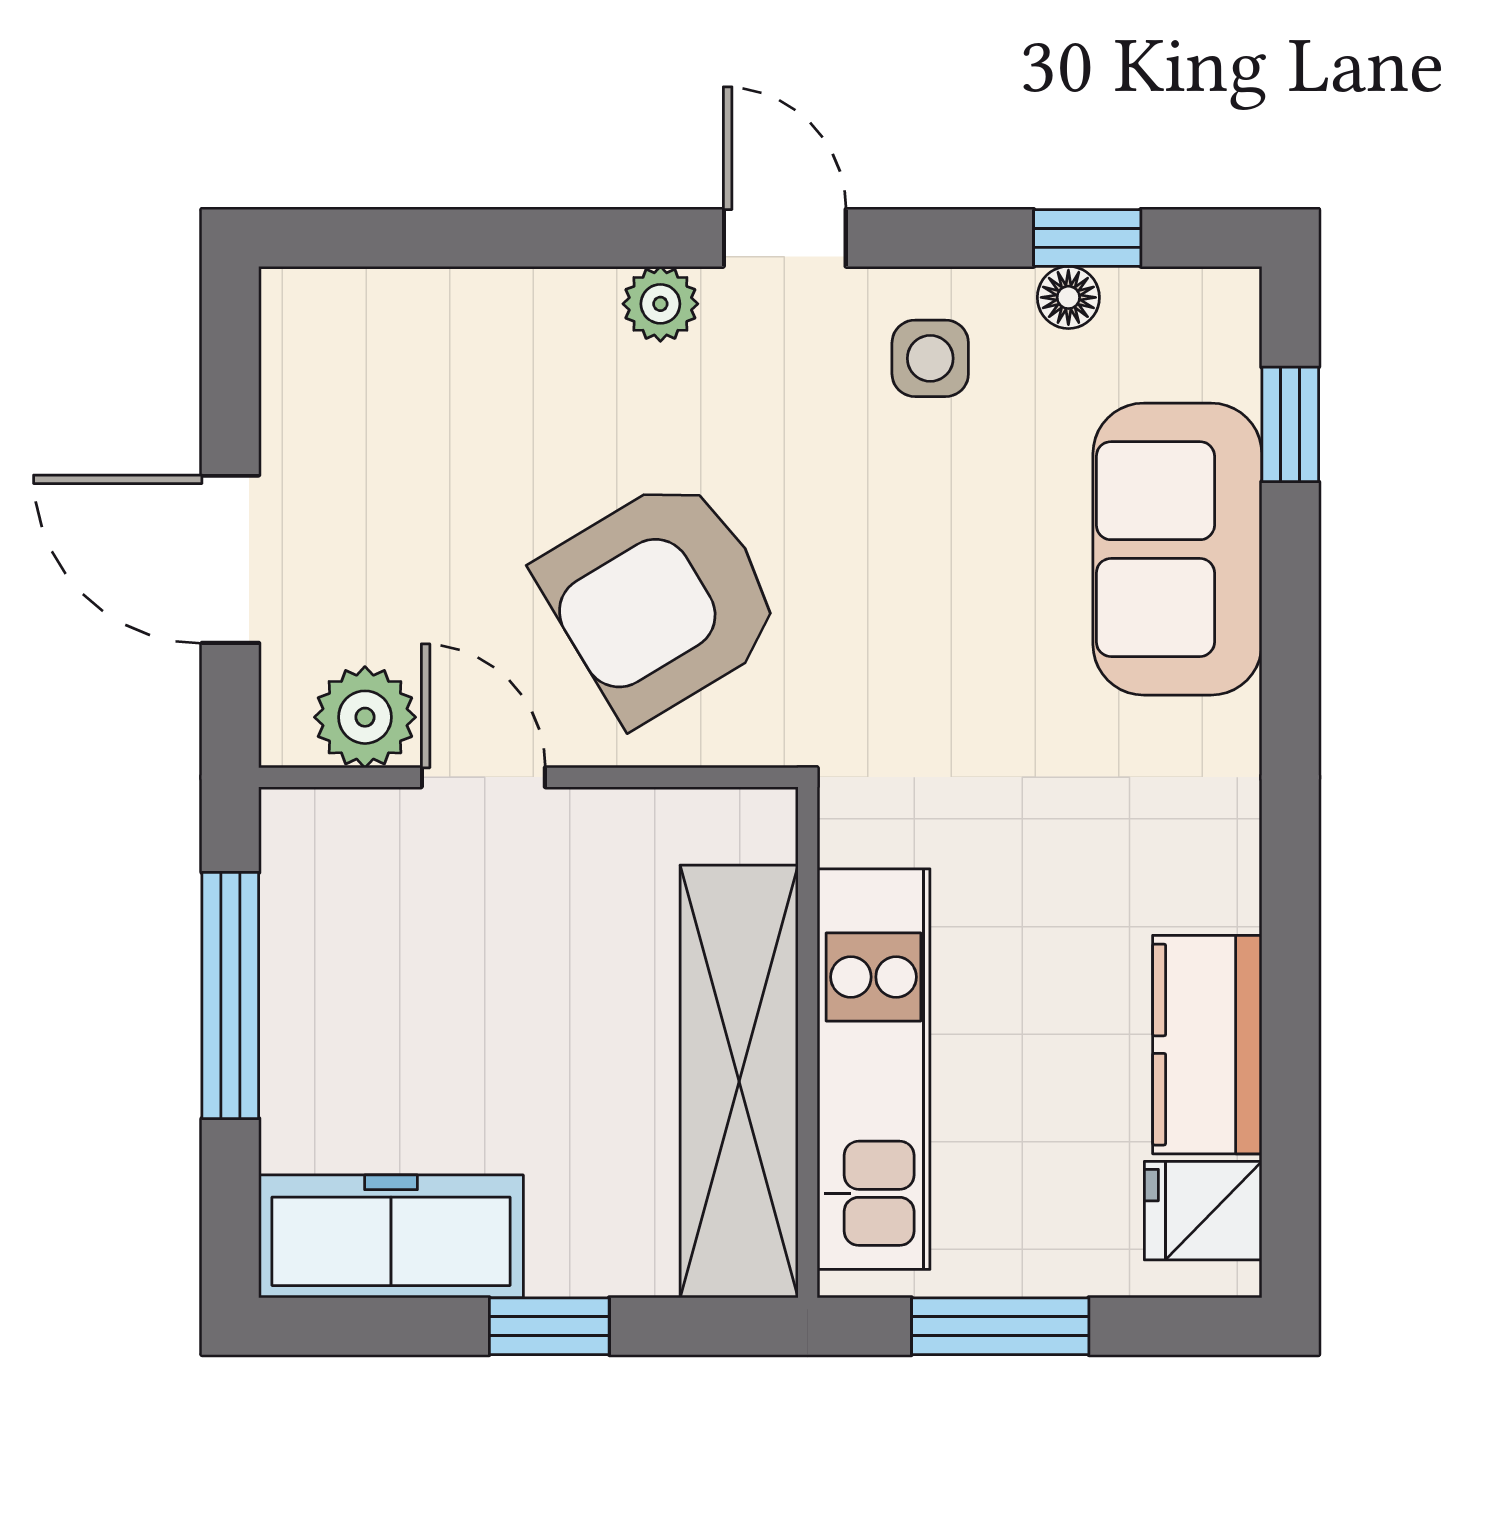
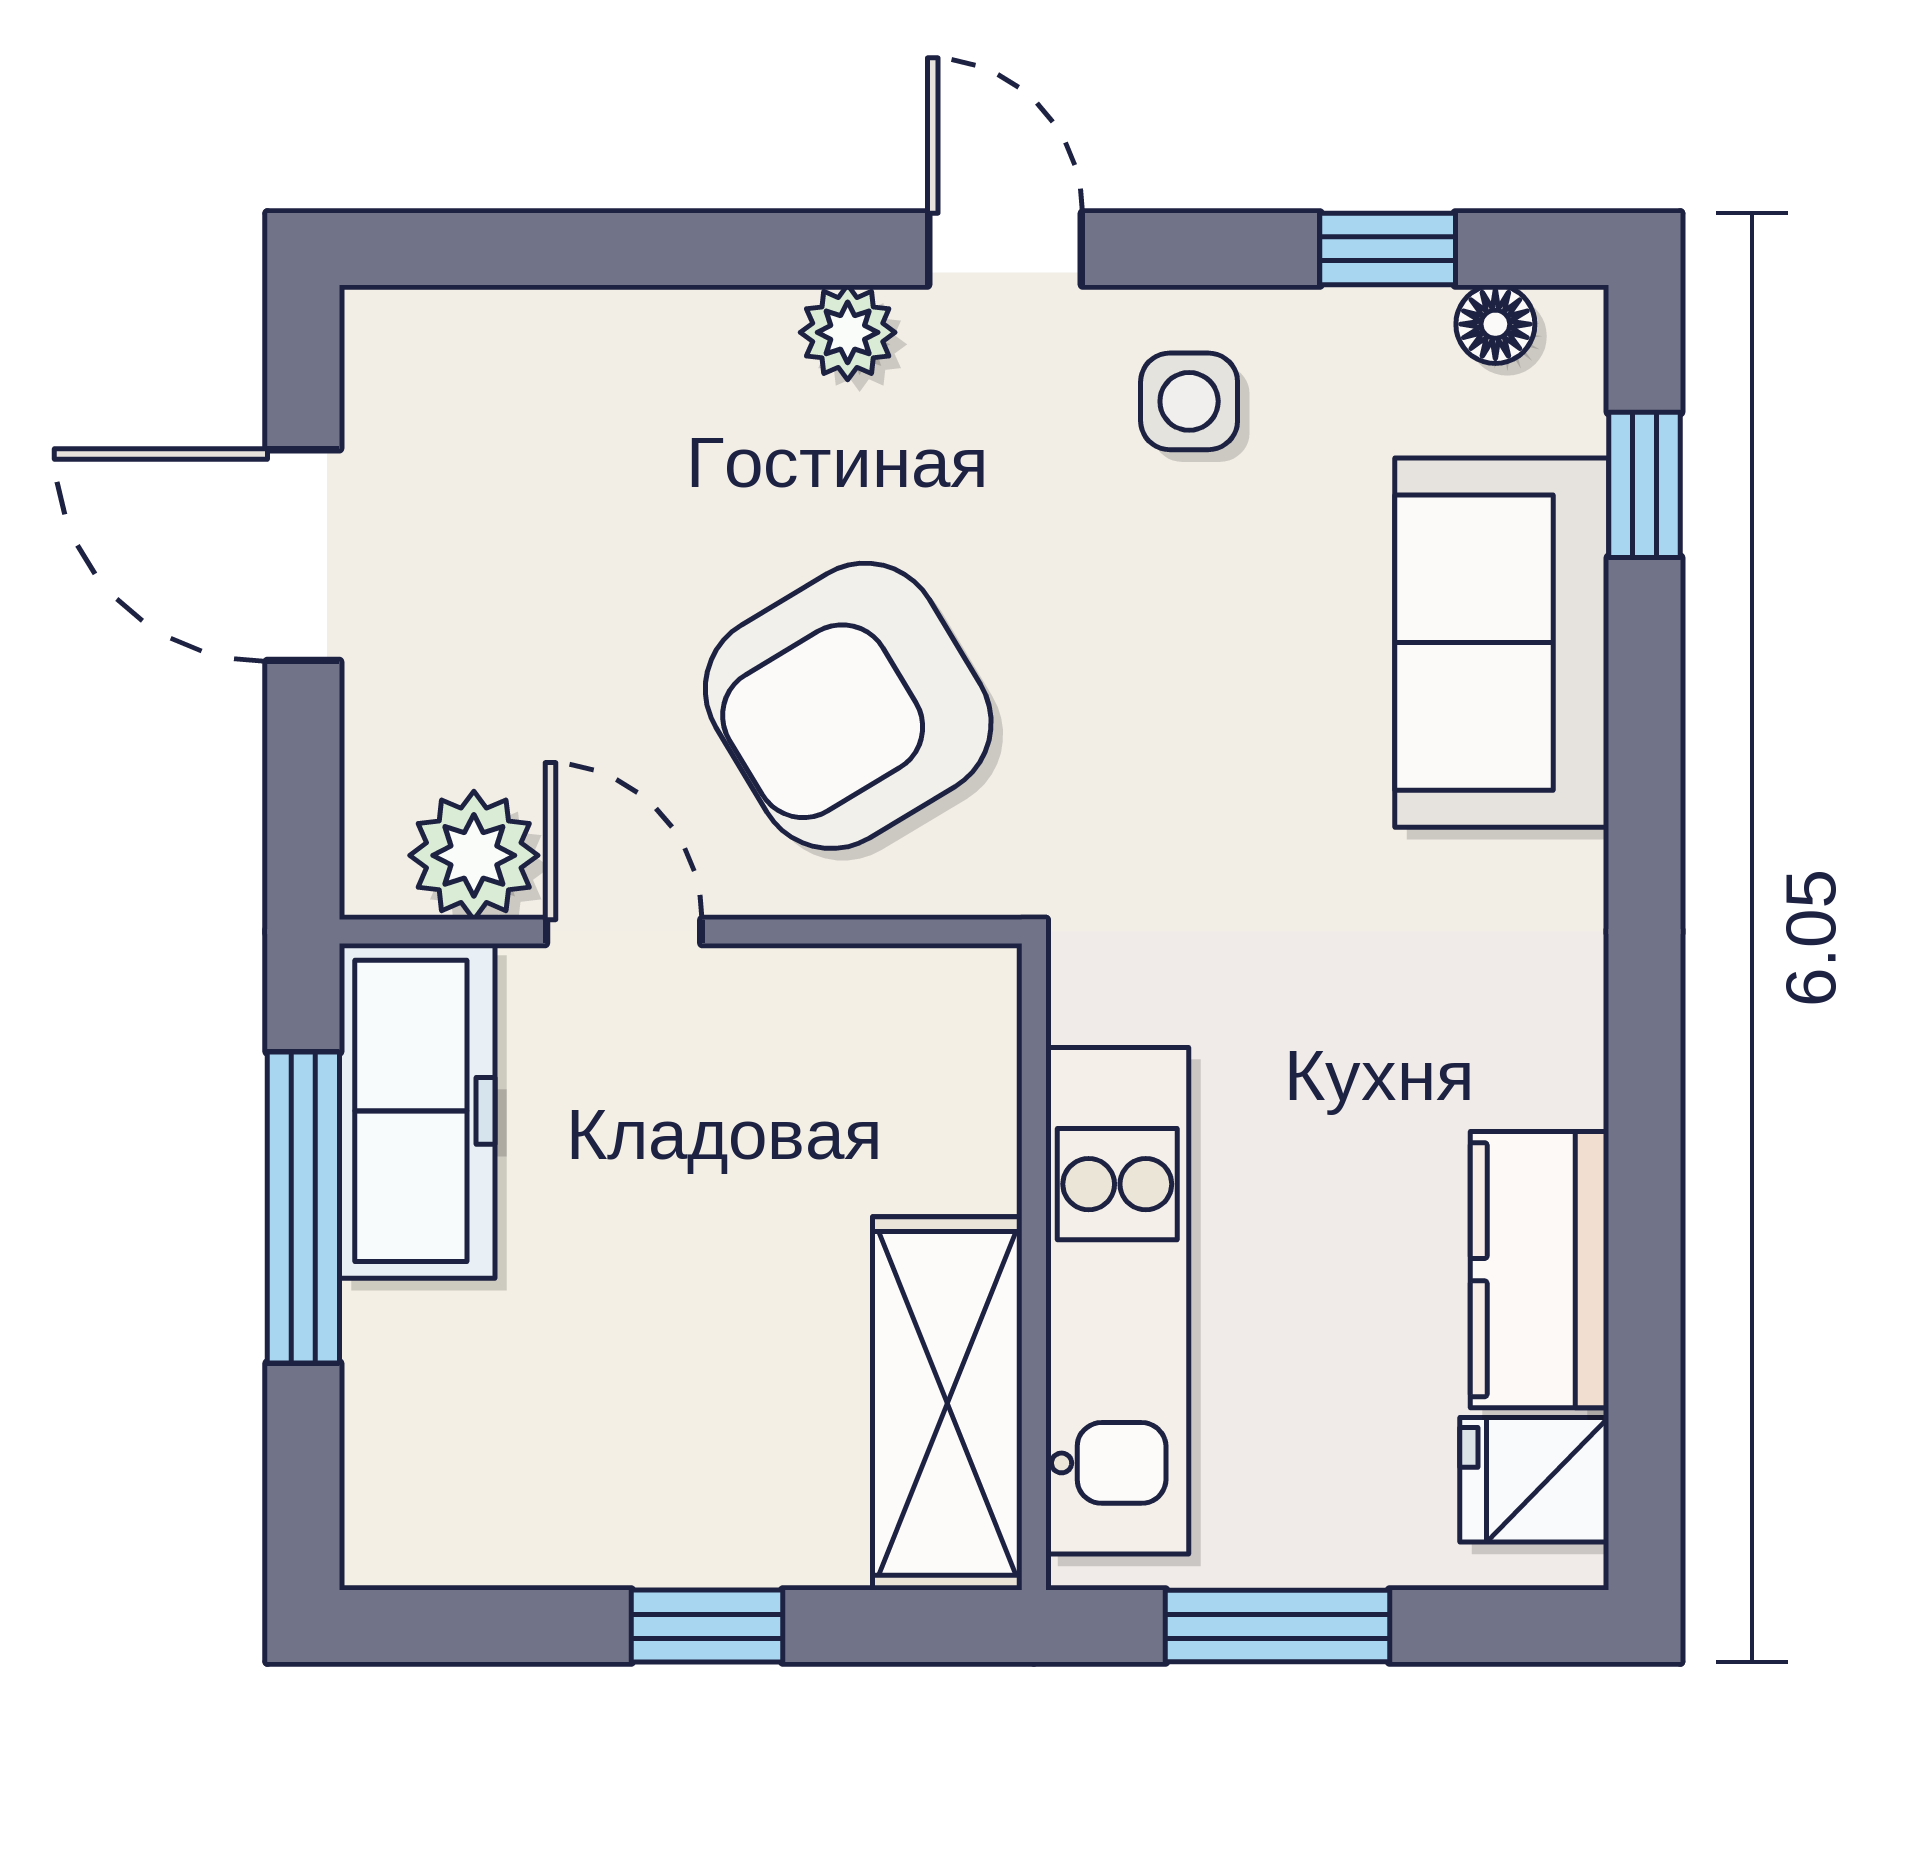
floor lamp: (1068, 297) -> (1495, 324), moved
door: (230, 559) -> (303, 555), moved
shelving: (739, 1081) -> (947, 1403), width x0.68
freezer: (391, 1236) -> (417, 1111), moved, turned 90

